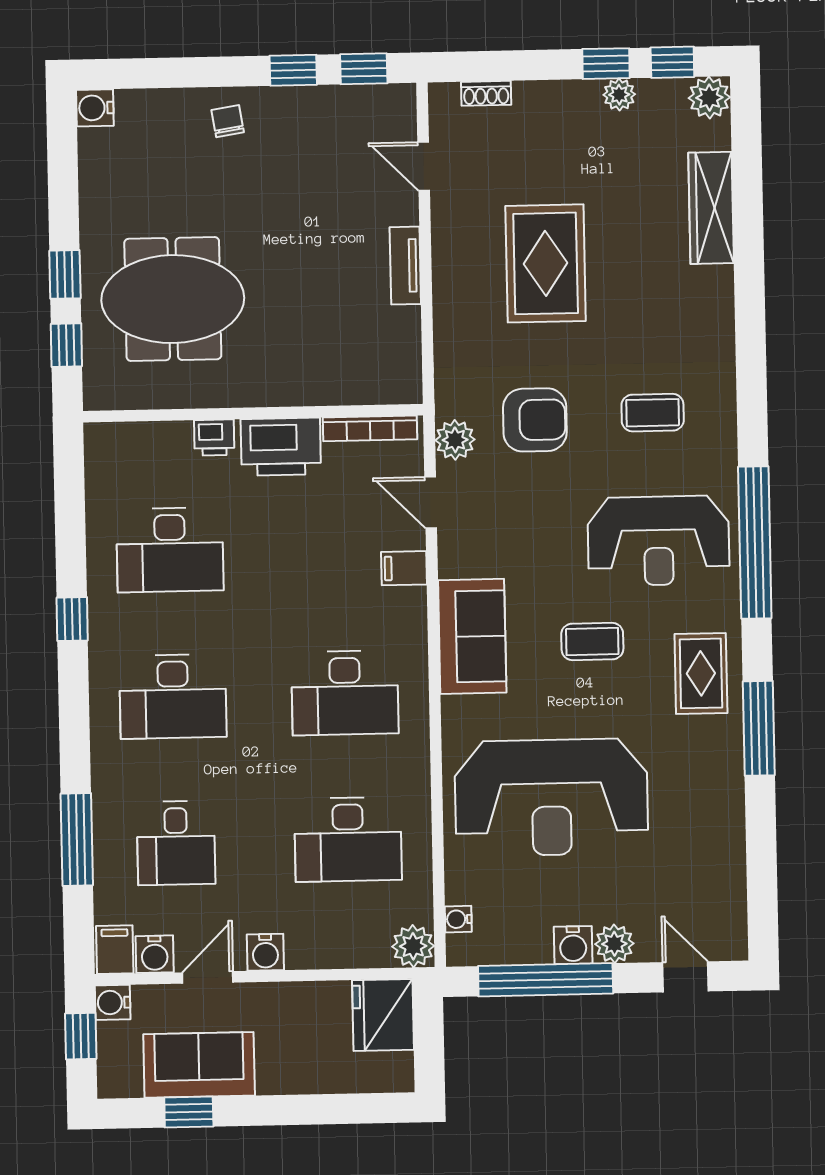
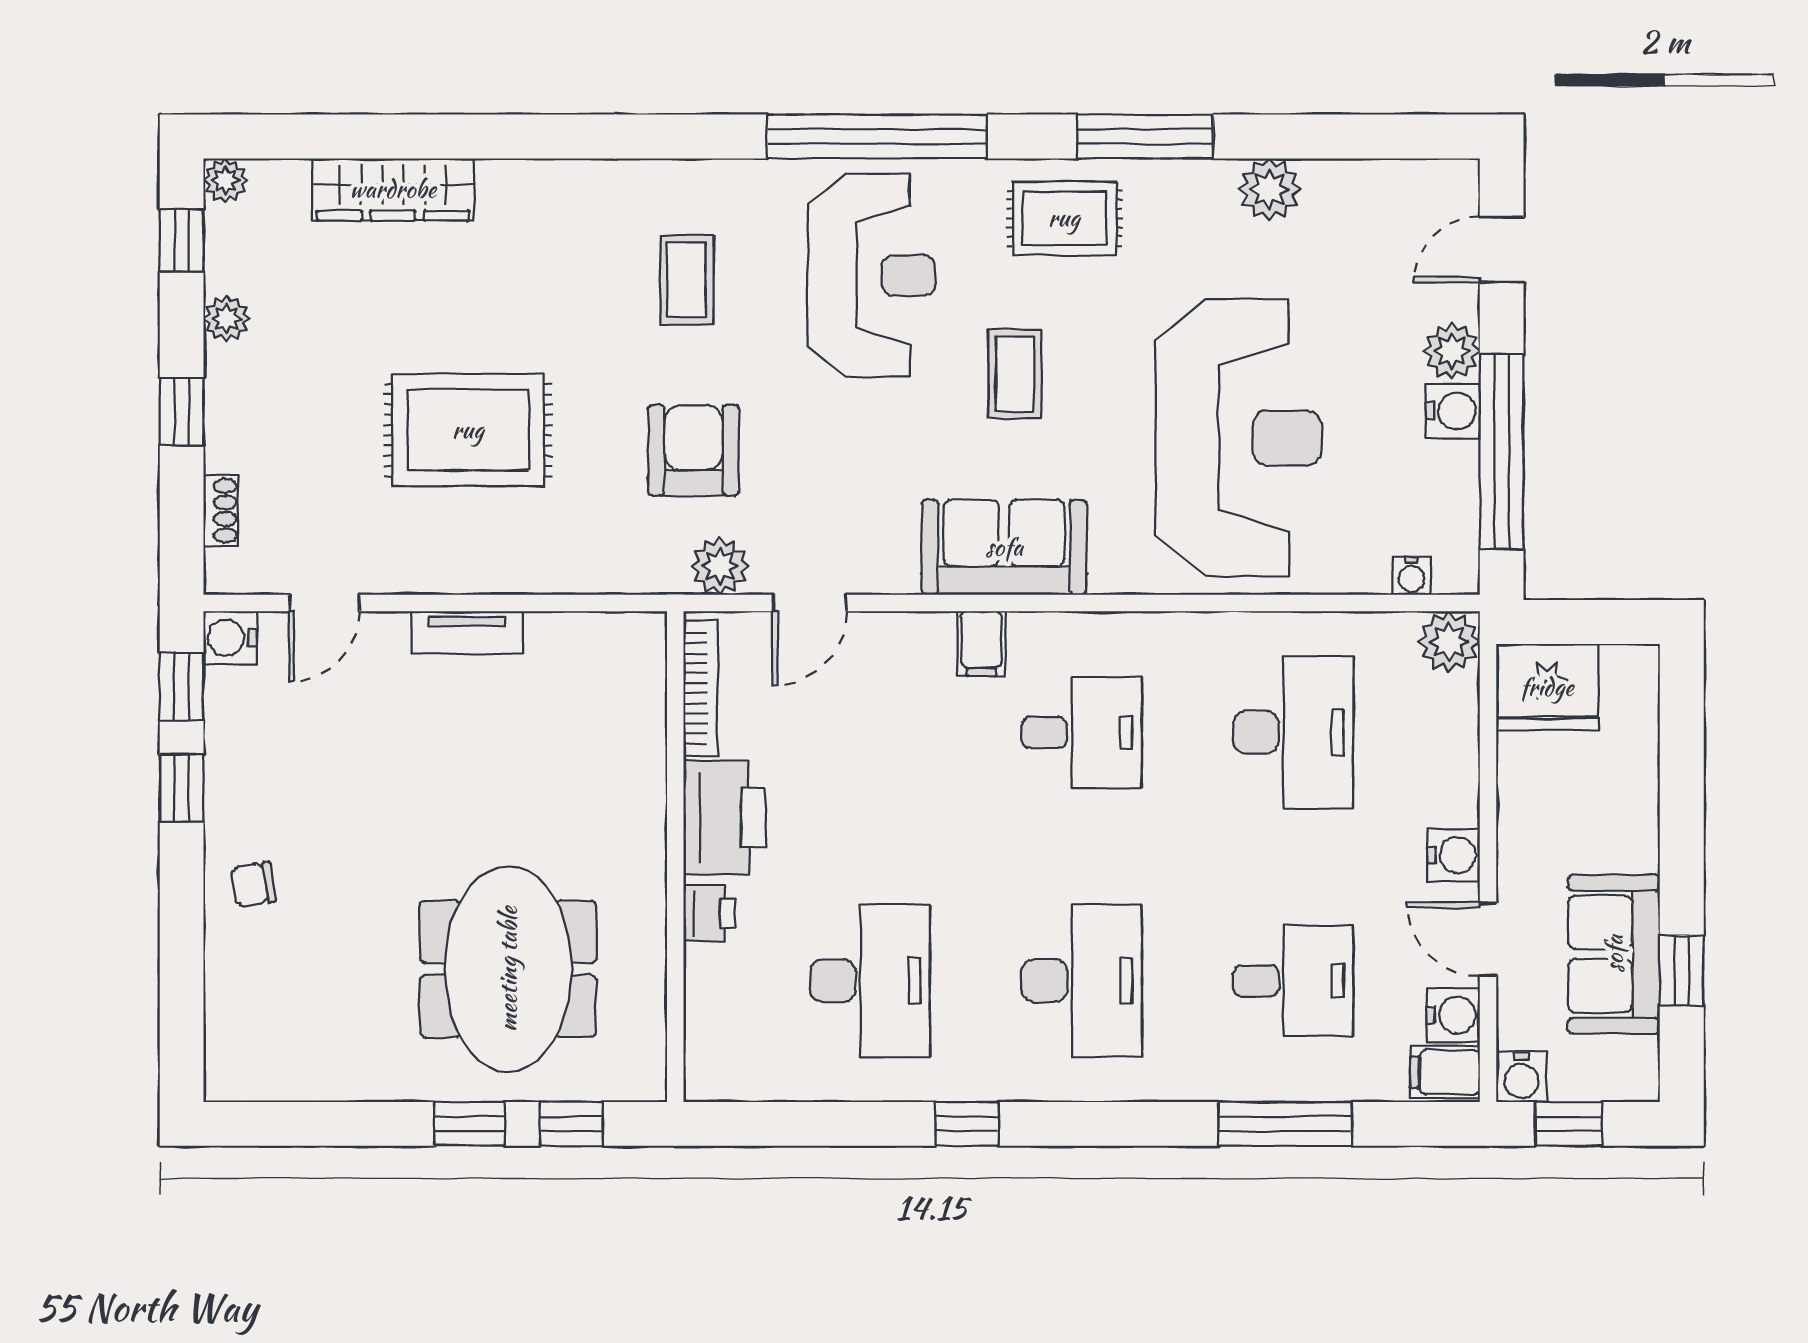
window: (606, 64) -> (182, 412), moved
plant: (709, 98) -> (225, 180), width x0.73, depth x0.73
water cooler: (95, 108) -> (230, 638), moved, turned 90
filing cabinet: (404, 568) -> (981, 644), moved
desk: (345, 693) -> (1082, 732), width x0.73
plant: (724, 815) -> (1269, 189), added

